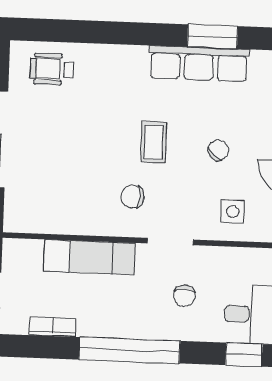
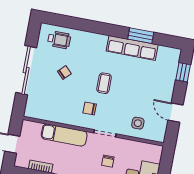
wheelchair: (51, 69) -> (59, 40), turned 180
chair: (218, 150) -> (64, 72), moved

